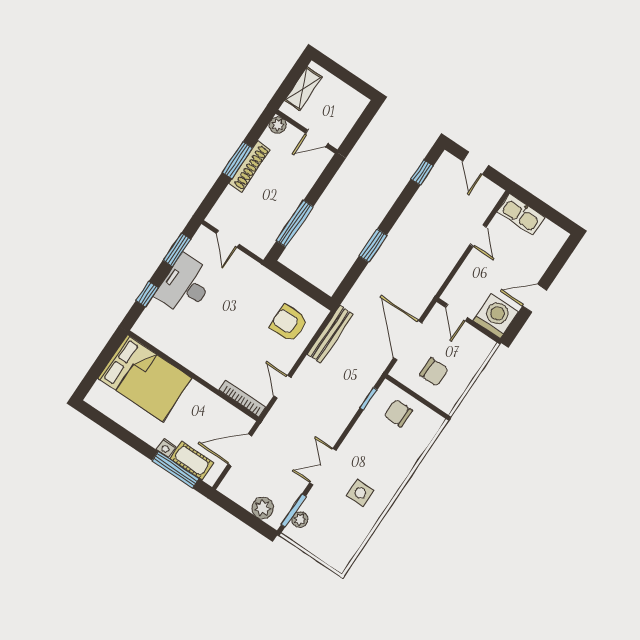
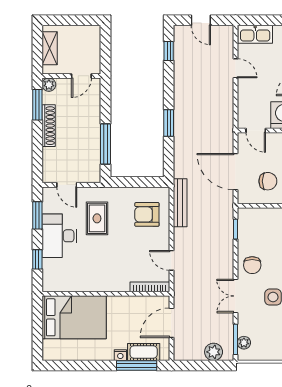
window: (237, 160) -> (37, 105), moved
rug: (235, 293) -> (97, 218), added
chair: (398, 413) -> (252, 265), moved, turned -90

